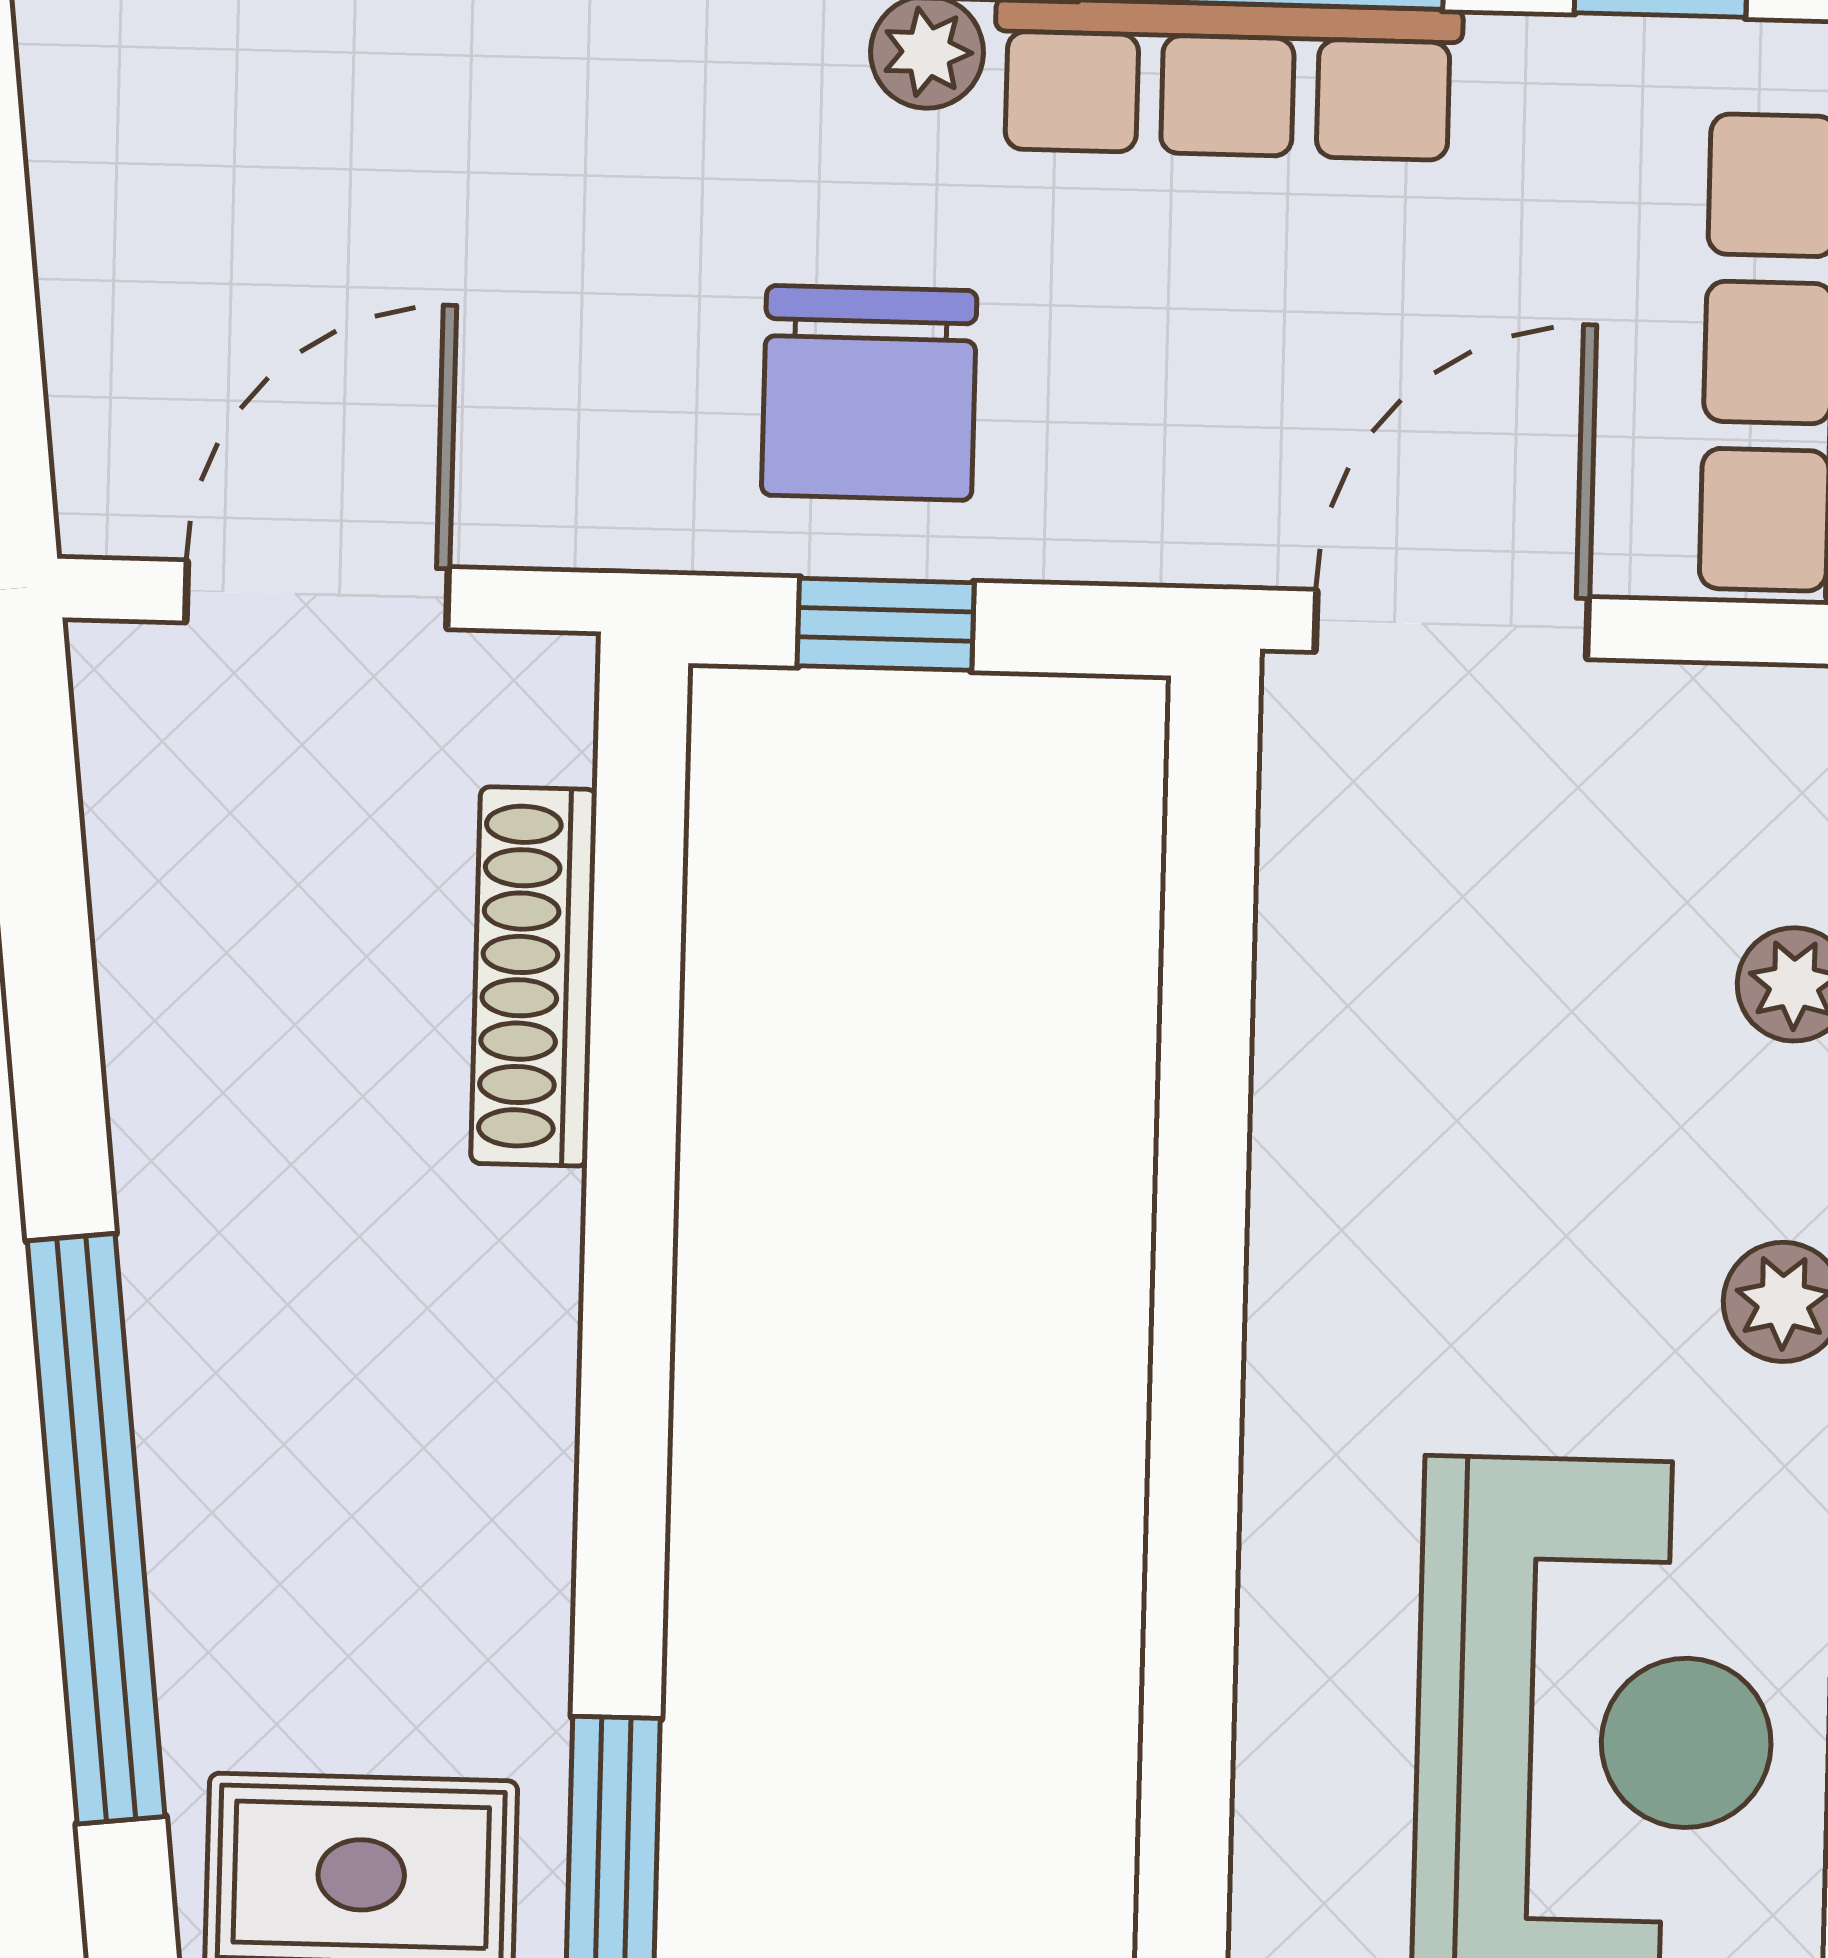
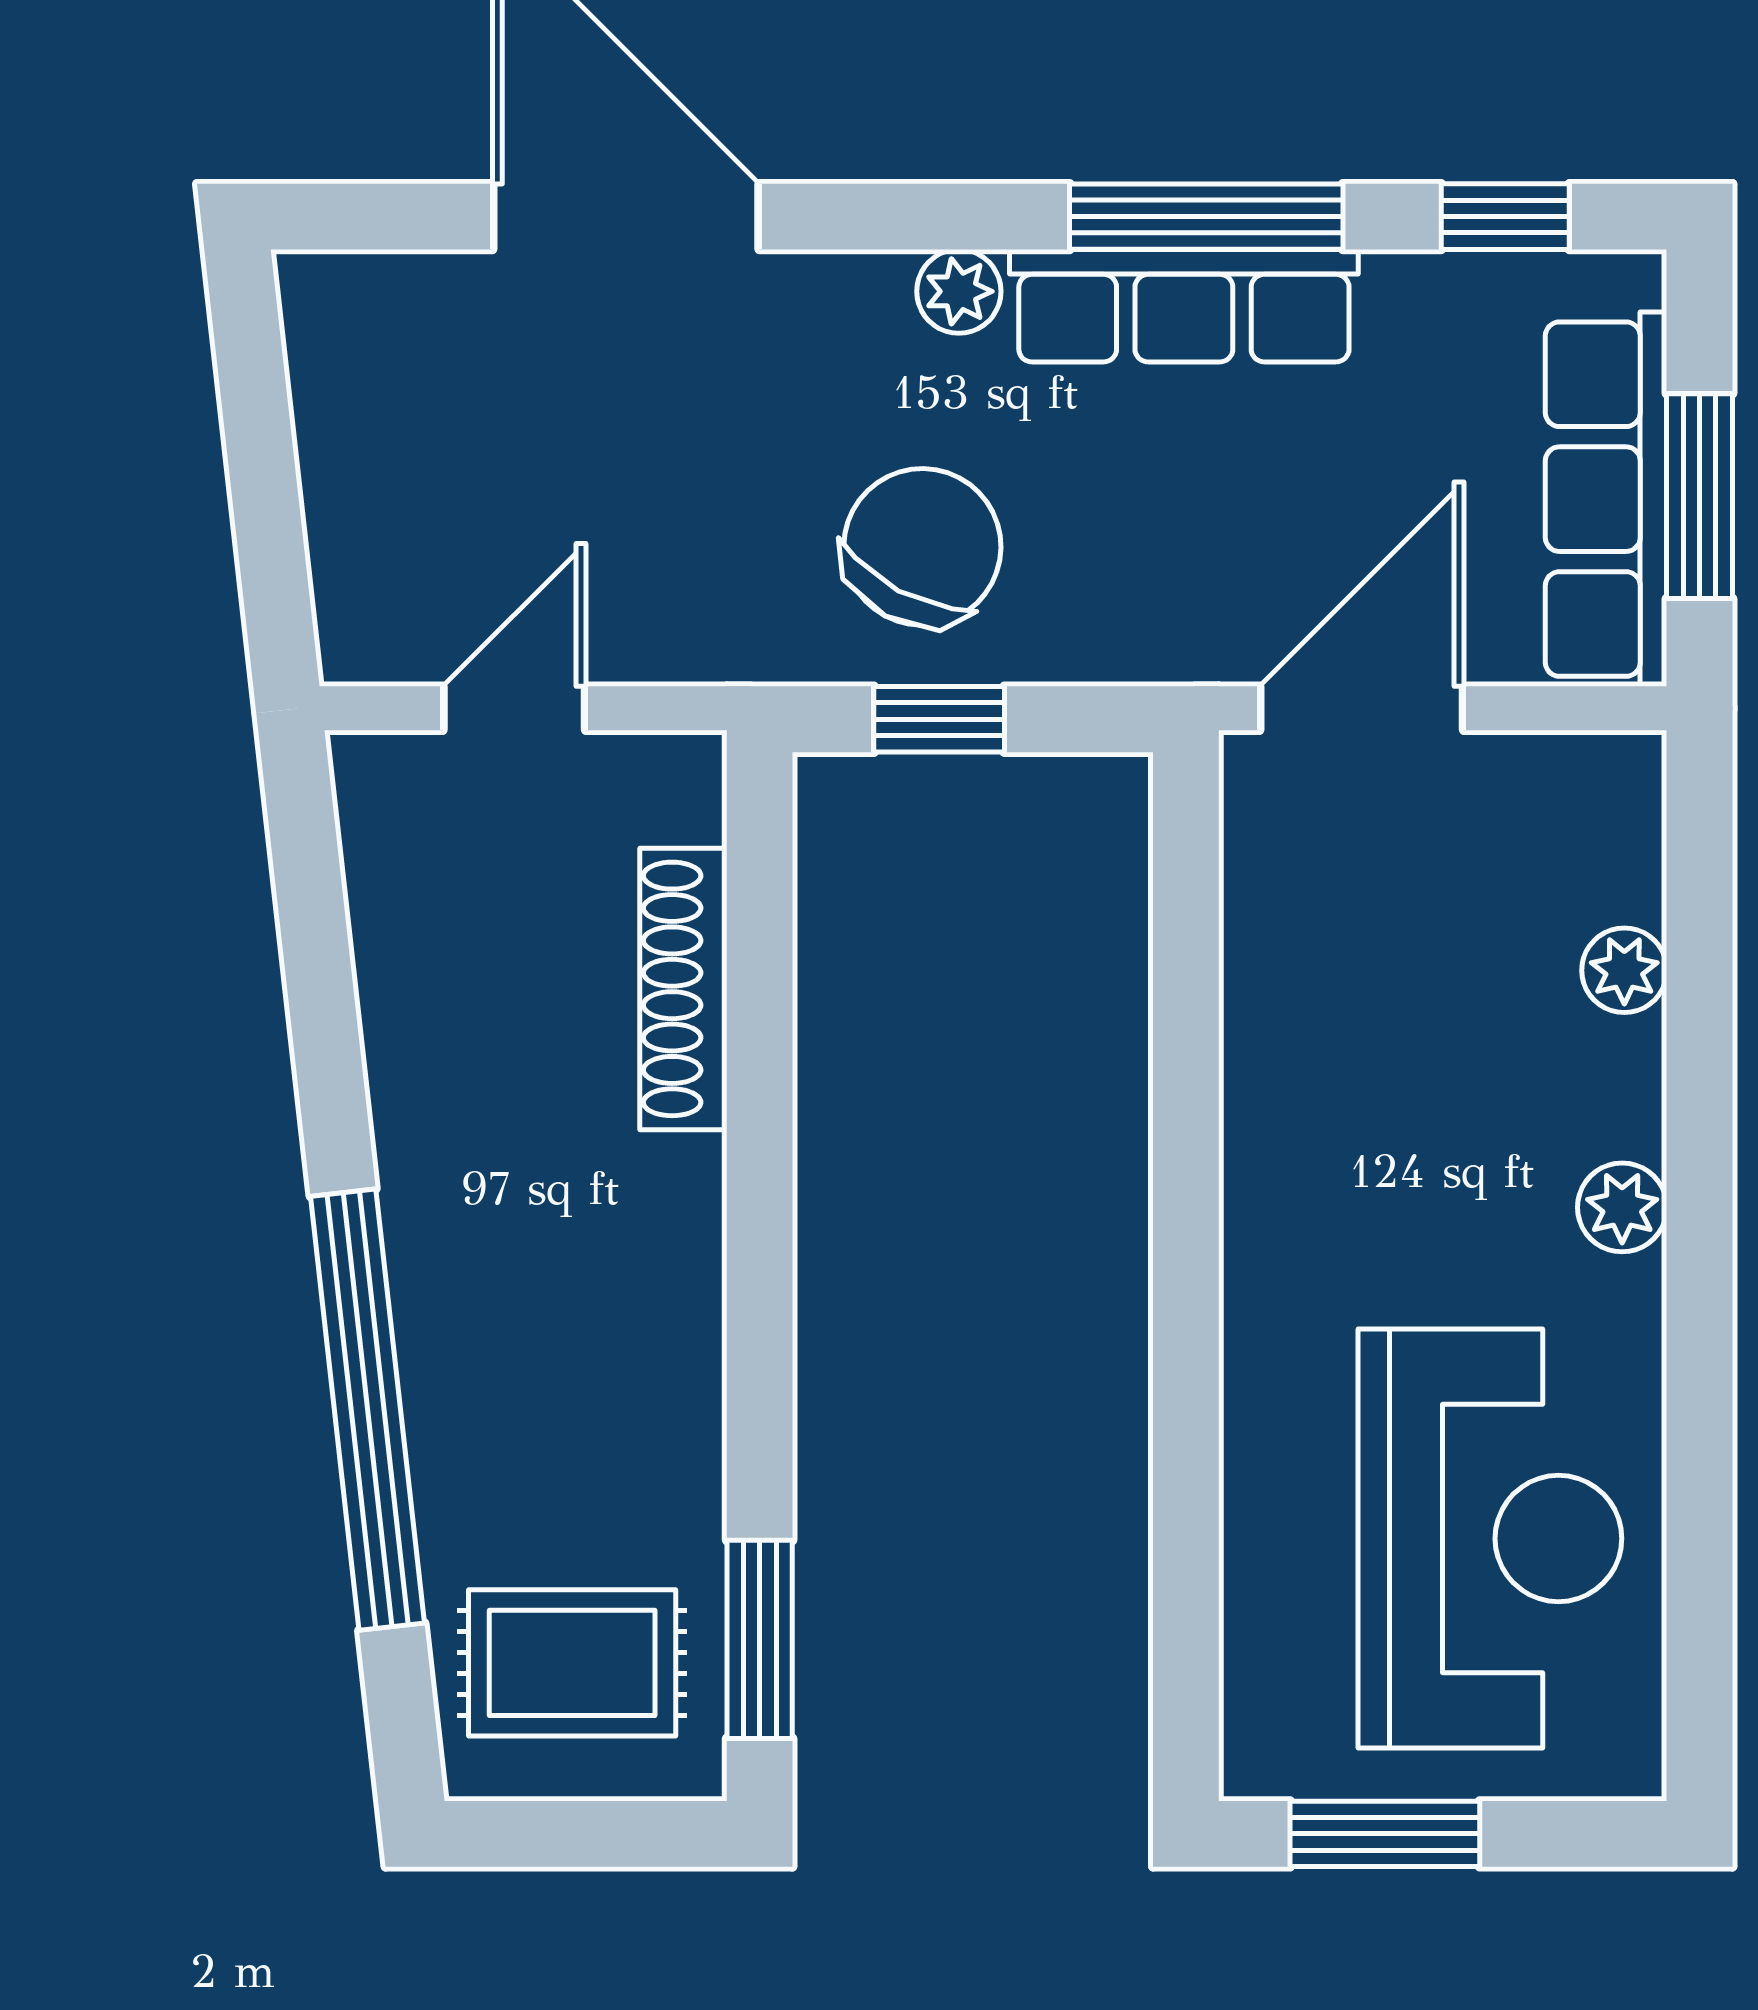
chair: (869, 393) -> (922, 547), turned -152
door: (317, 595) -> (514, 708), width x0.73

